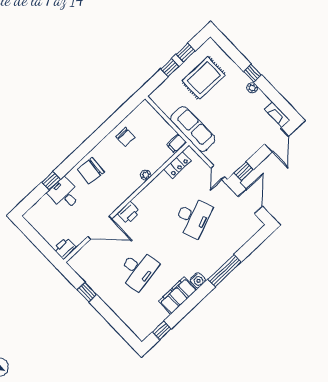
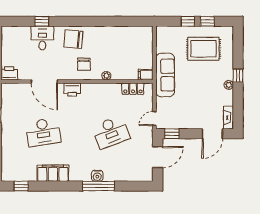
chair: (125, 137) -> (84, 64), moved
water cooler: (198, 280) -> (97, 176), moved

